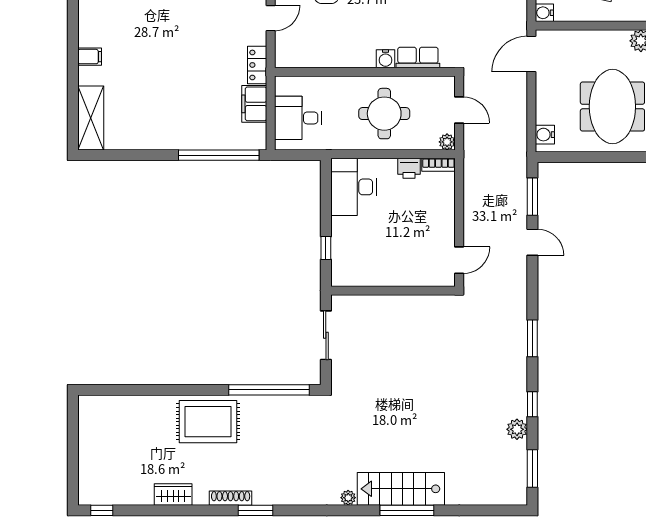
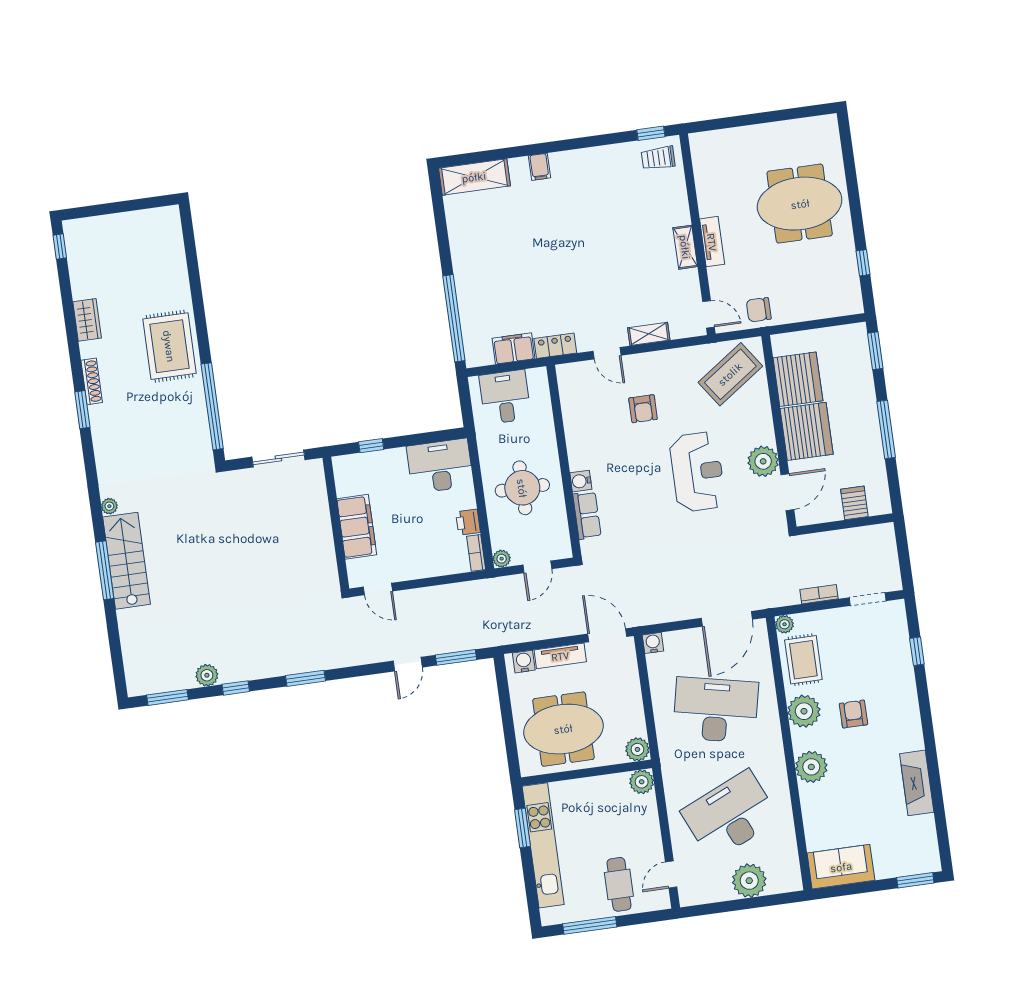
tv unit: (544, 100) -> (560, 656), added
filing cabinet: (399, 272) -> (357, 527), added

